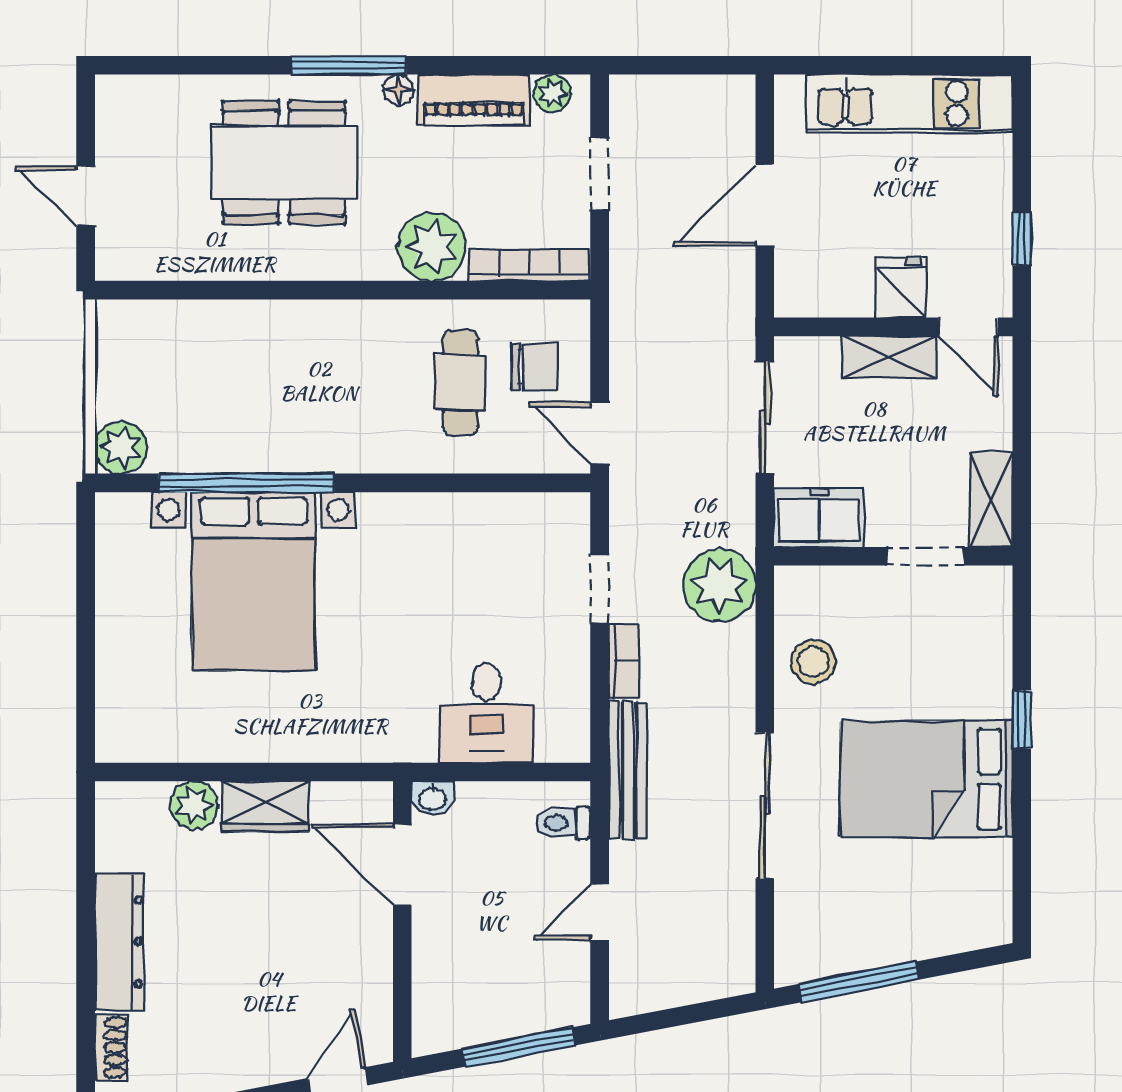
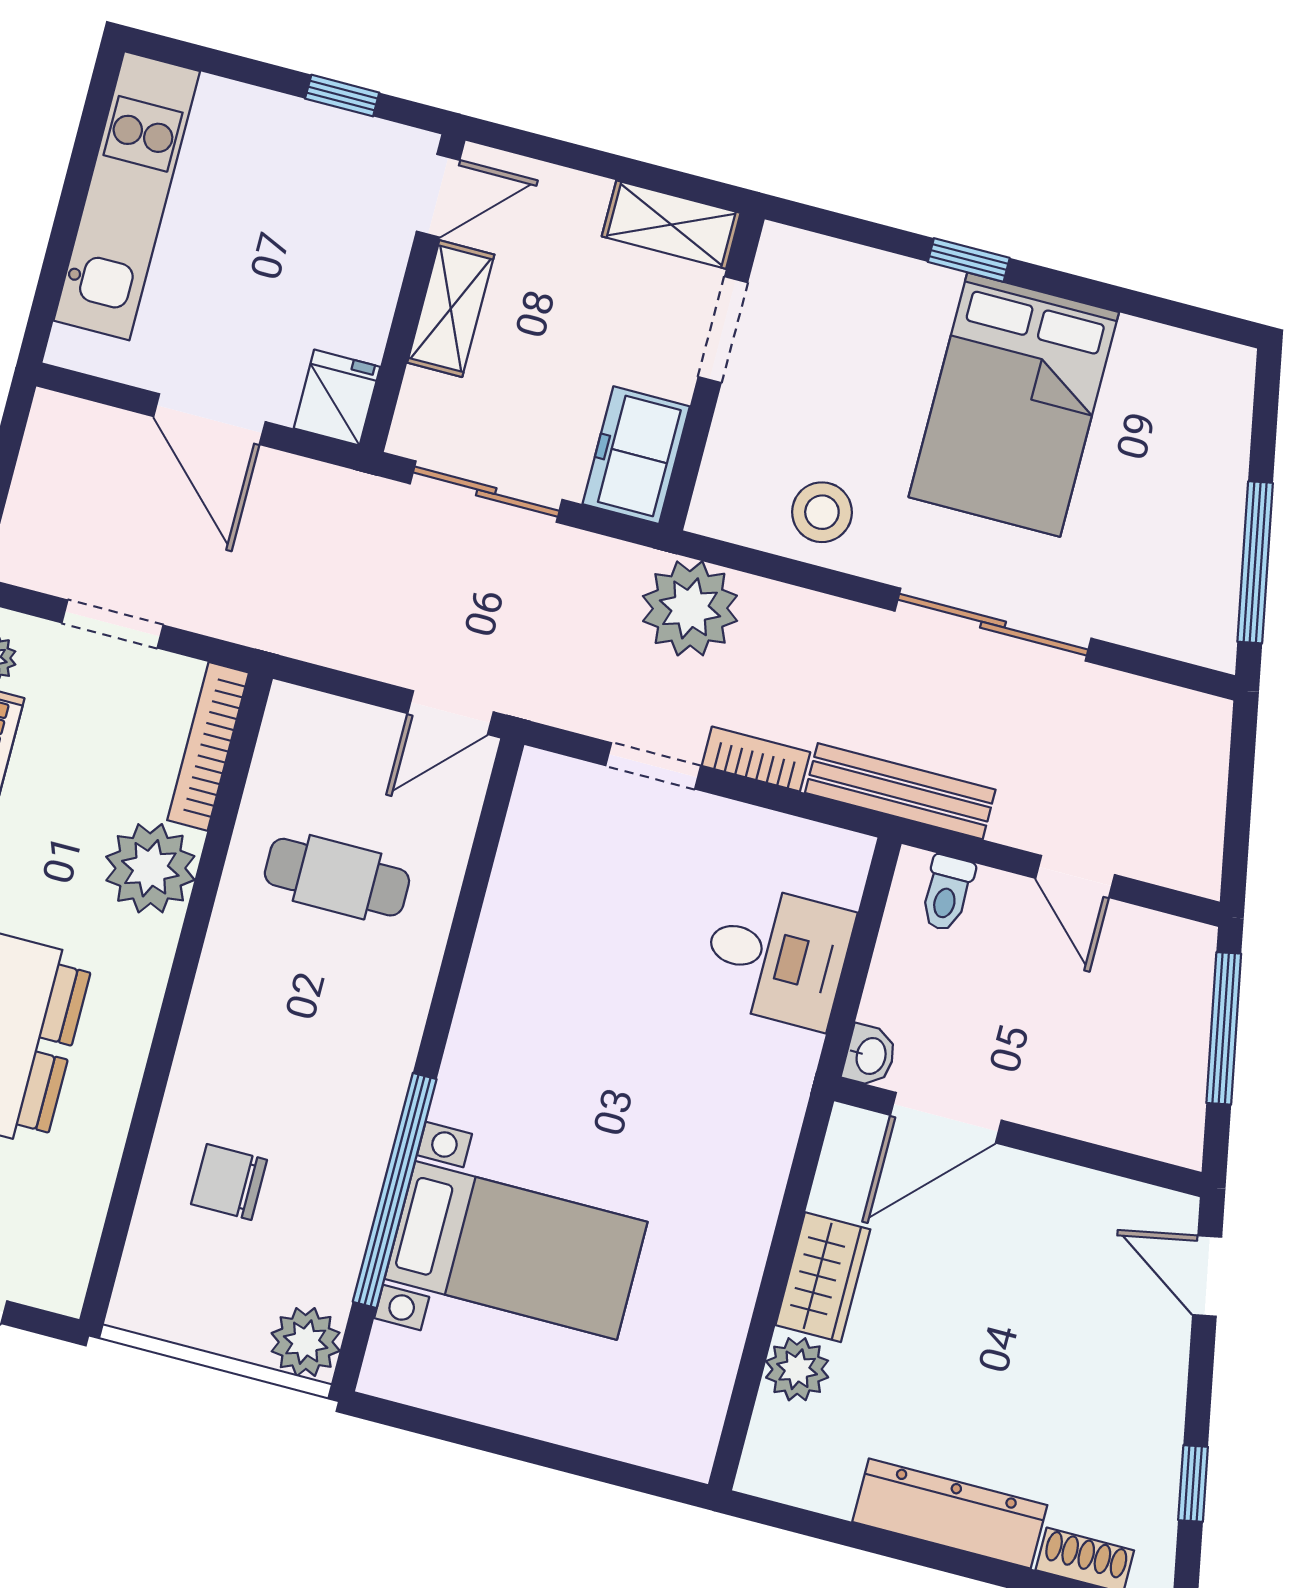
fridge: (901, 287) -> (337, 398), moved, turned 90
chair: (535, 366) -> (229, 1182), moved, turned -90
bed with nightstands: (253, 581) -> (516, 1250), width x0.73

